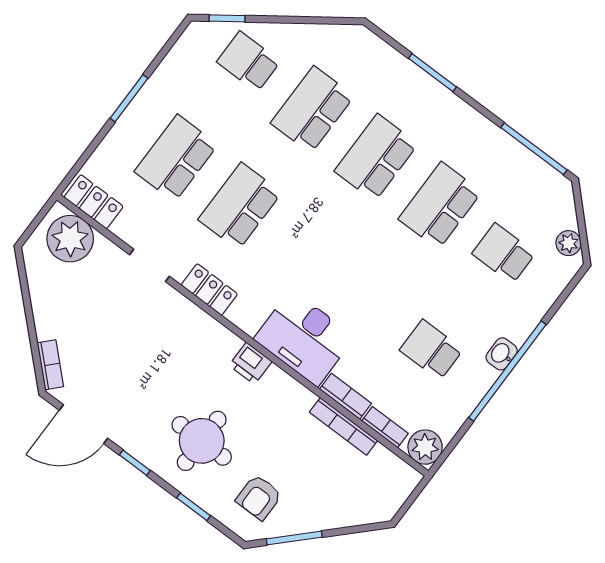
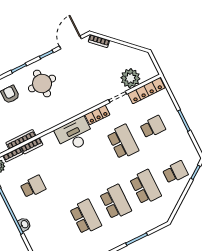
school desk: (176, 158) -> (153, 127), width x0.54
locker: (94, 202) -> (146, 91), width x1.53
plant: (70, 239) -> (130, 78), moved
school desk: (504, 253) -> (56, 232), removed
desk: (304, 338) -> (74, 135), moved
washbasin: (502, 354) -> (24, 224), moved
printer: (250, 363) -> (62, 116), removed

